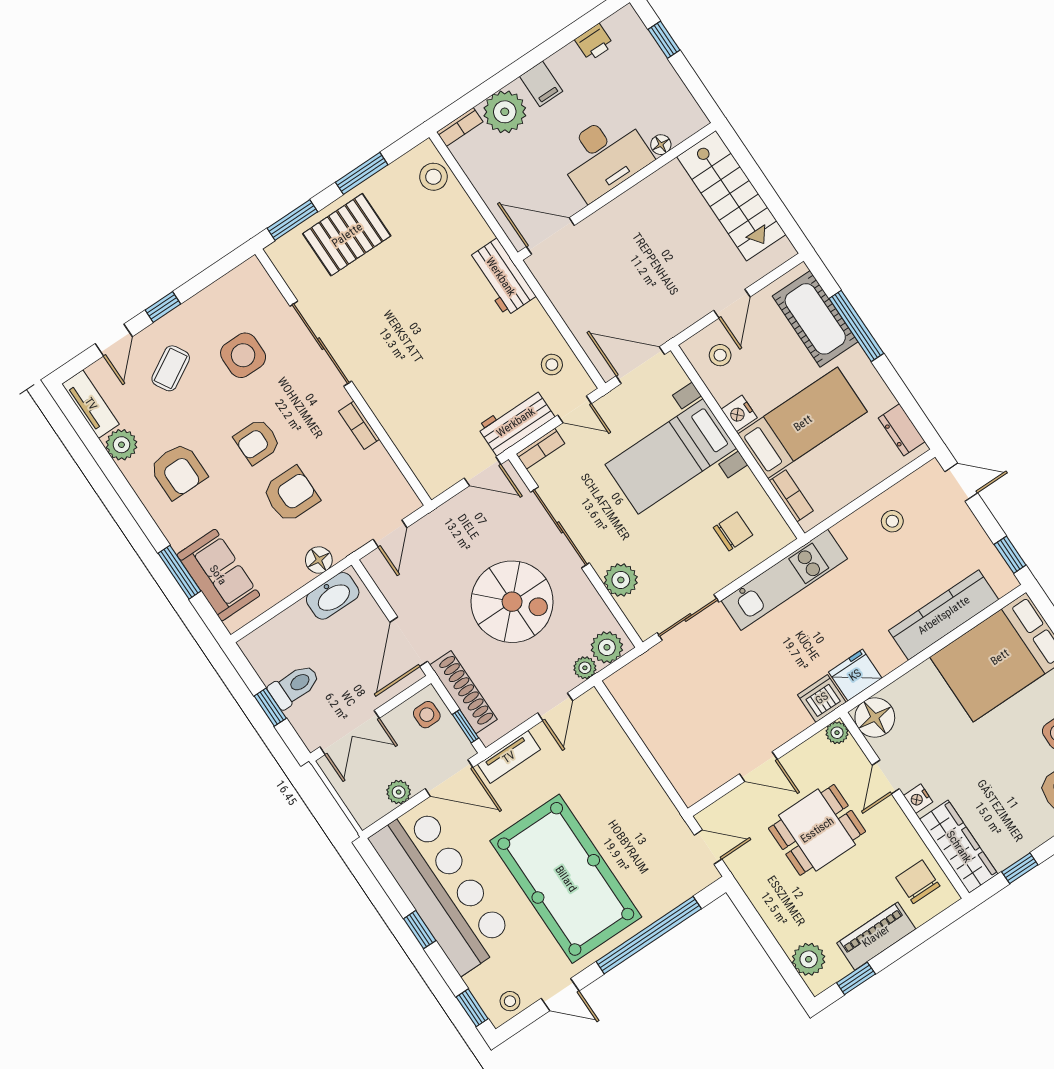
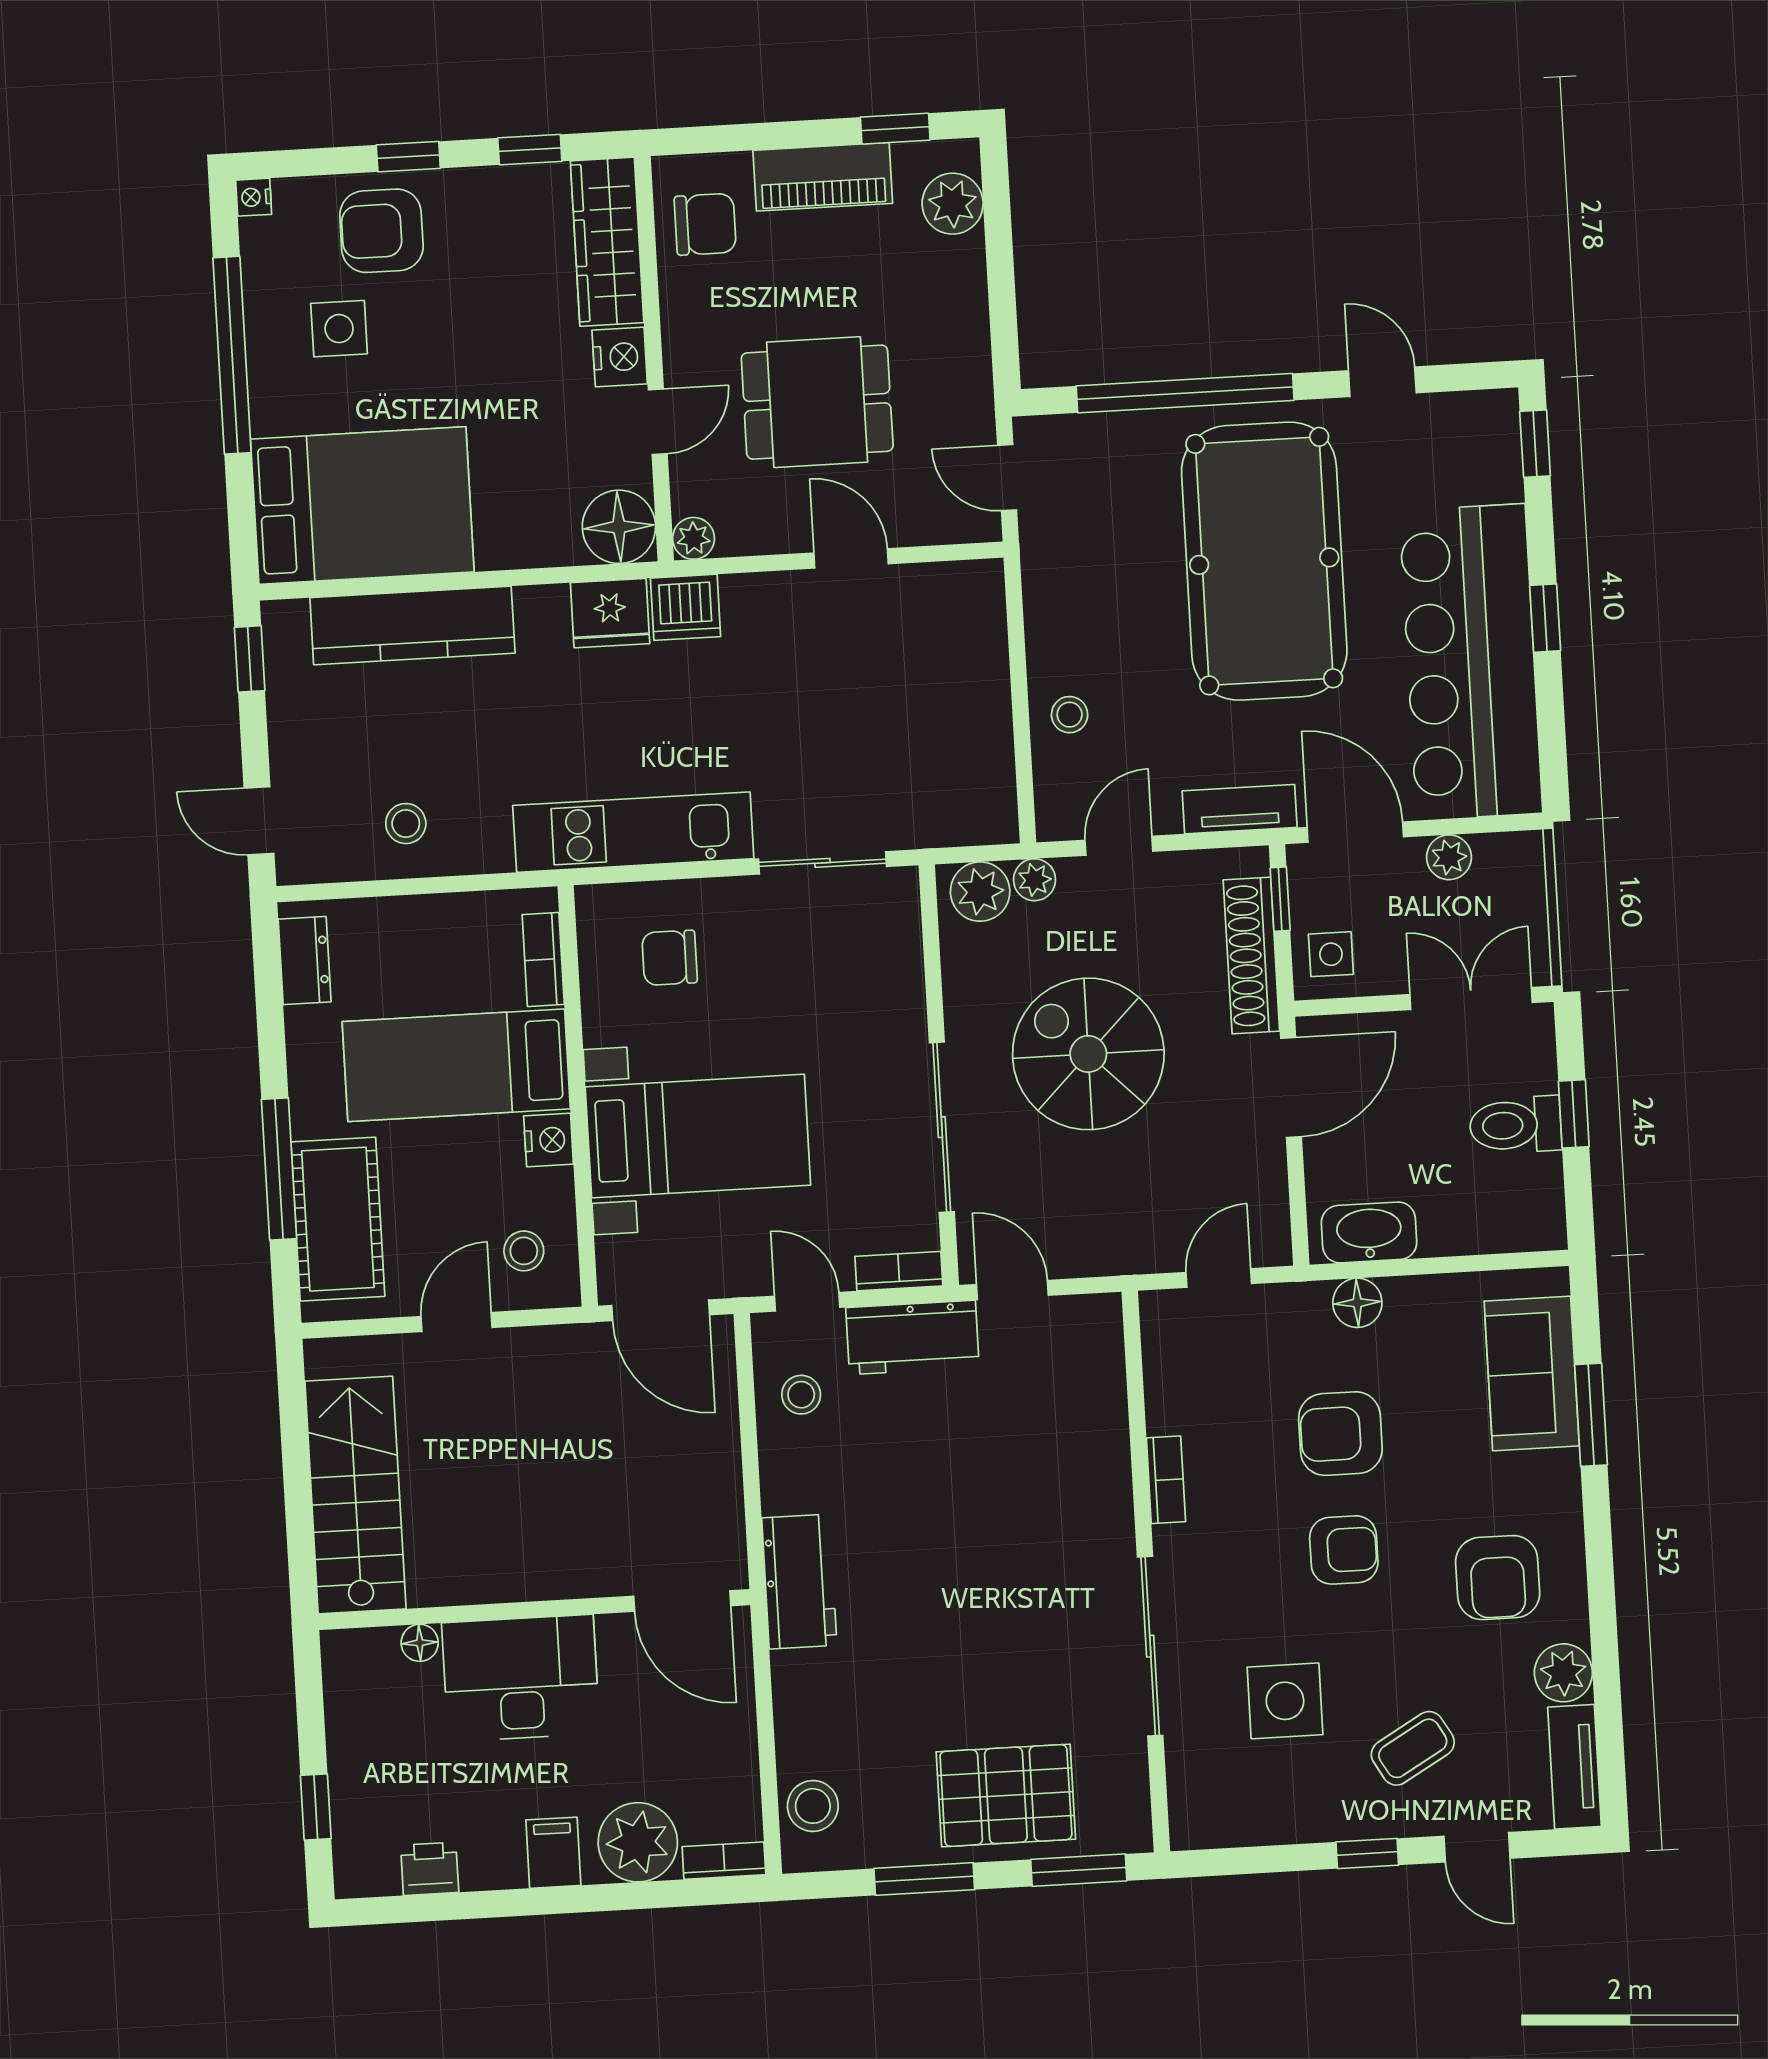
door: (114, 340) -> (1477, 1847), swing flipped
armchair: (178, 471) -> (1498, 1578), turned 180
plant: (621, 580) -> (894, 986), removed
nightstand: (918, 799) -> (620, 357), width x1.39, depth x1.35
chair: (918, 882) -> (705, 224), turned -90
stool: (510, 1001) -> (1070, 715), moved

